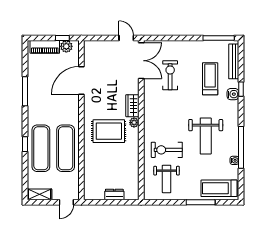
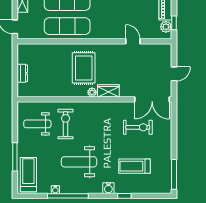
door: (126, 38) -> (174, 74), moved
bench: (234, 61) -> (151, 189), removed
treadmill: (210, 79) -> (134, 166), turned 180
door: (81, 80) -> (133, 41), width x0.53
water cooler: (233, 94) -> (108, 188), moved

